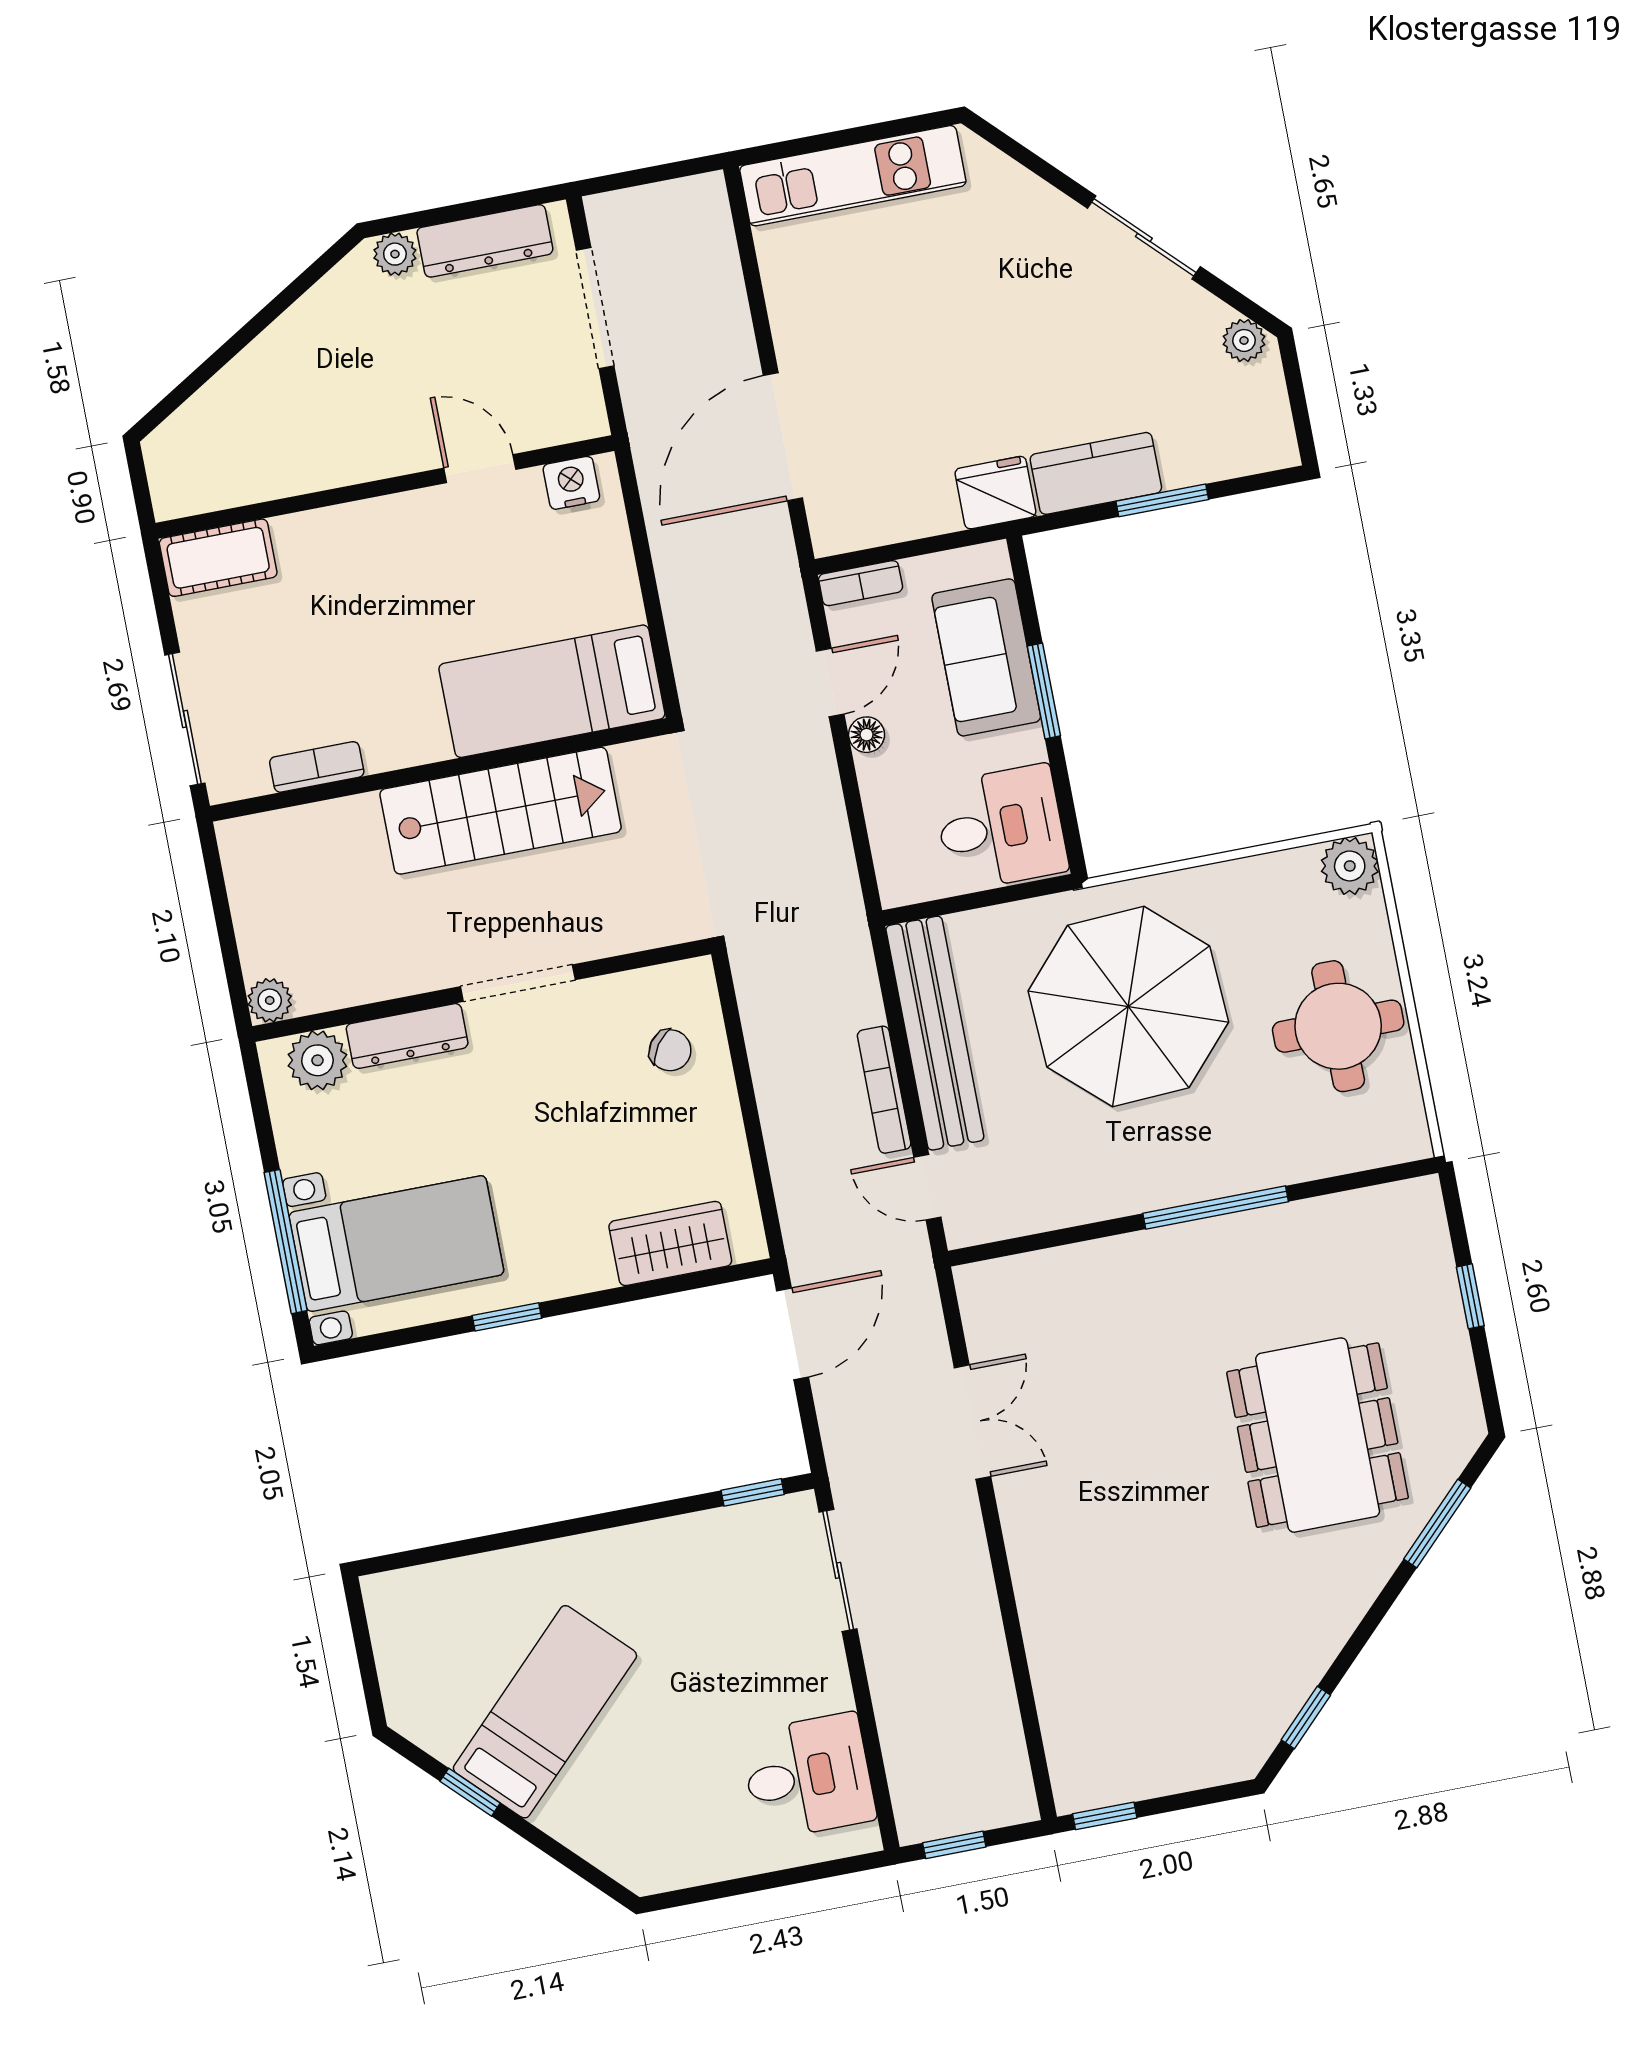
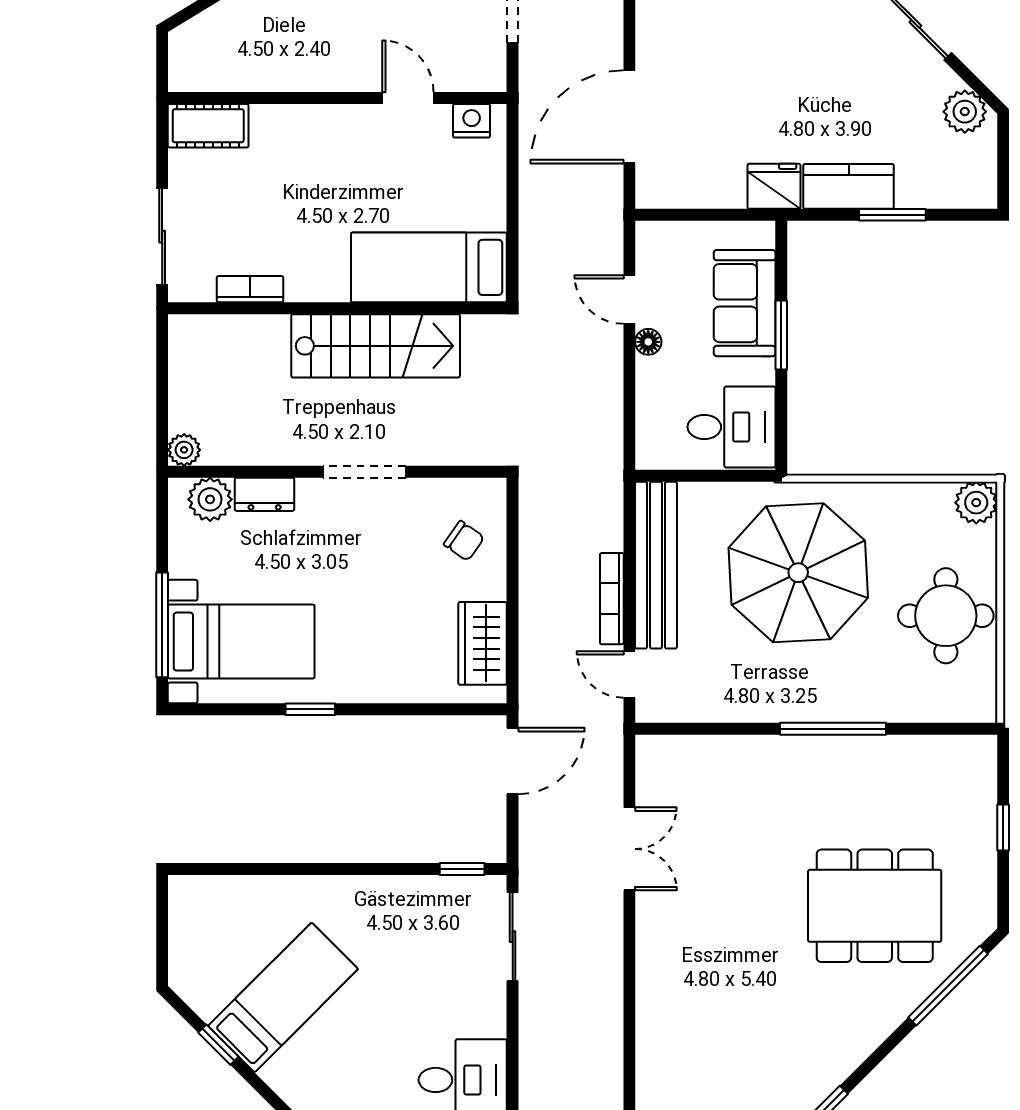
plant: (1244, 340) -> (965, 112), width x1.38, depth x1.38
bookcase: (861, 583) -> (665, 232), removed
door: (830, 682) -> (629, 299), swing flipped
dresser: (407, 1036) -> (265, 494), width x0.70
wardrobe: (670, 1244) -> (483, 643), moved, turned -90
dining table: (1318, 1435) -> (875, 906), turned 90
window: (1437, 1524) -> (948, 986), width x1.44

